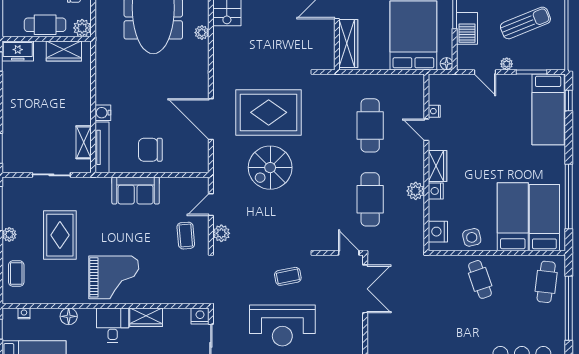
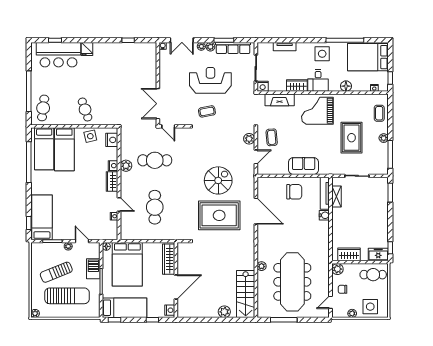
cafe table: (45, 25) -> (373, 275), moved
cafe table: (370, 199) -> (155, 160), turned 90
fireplace: (173, 294) -> (280, 100), added

